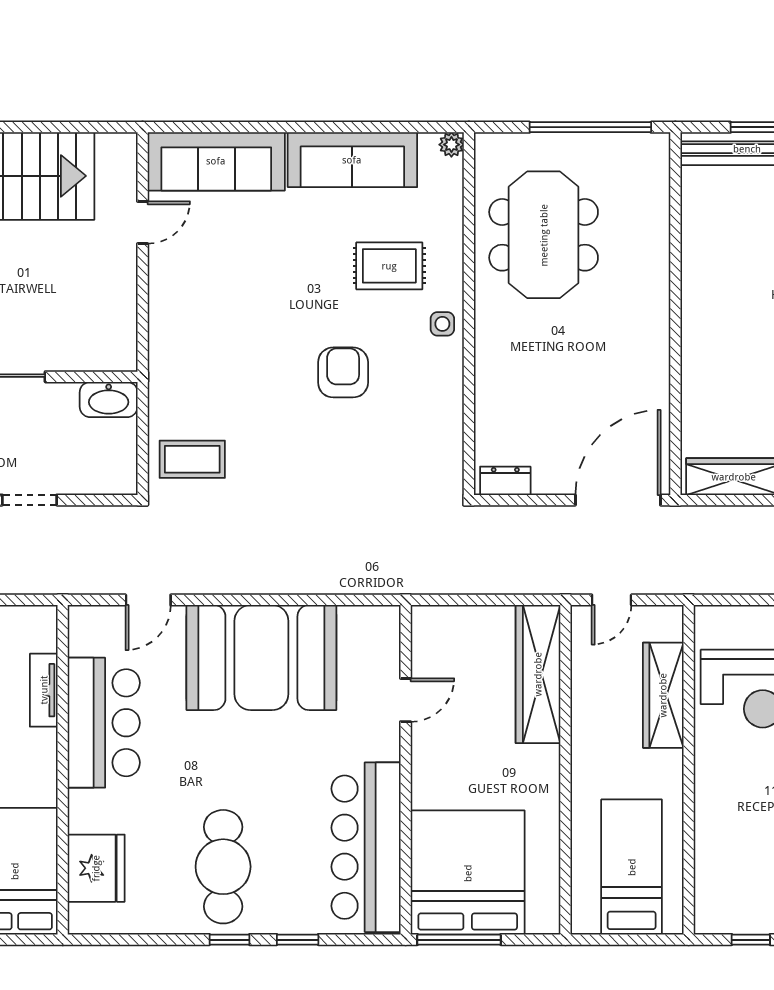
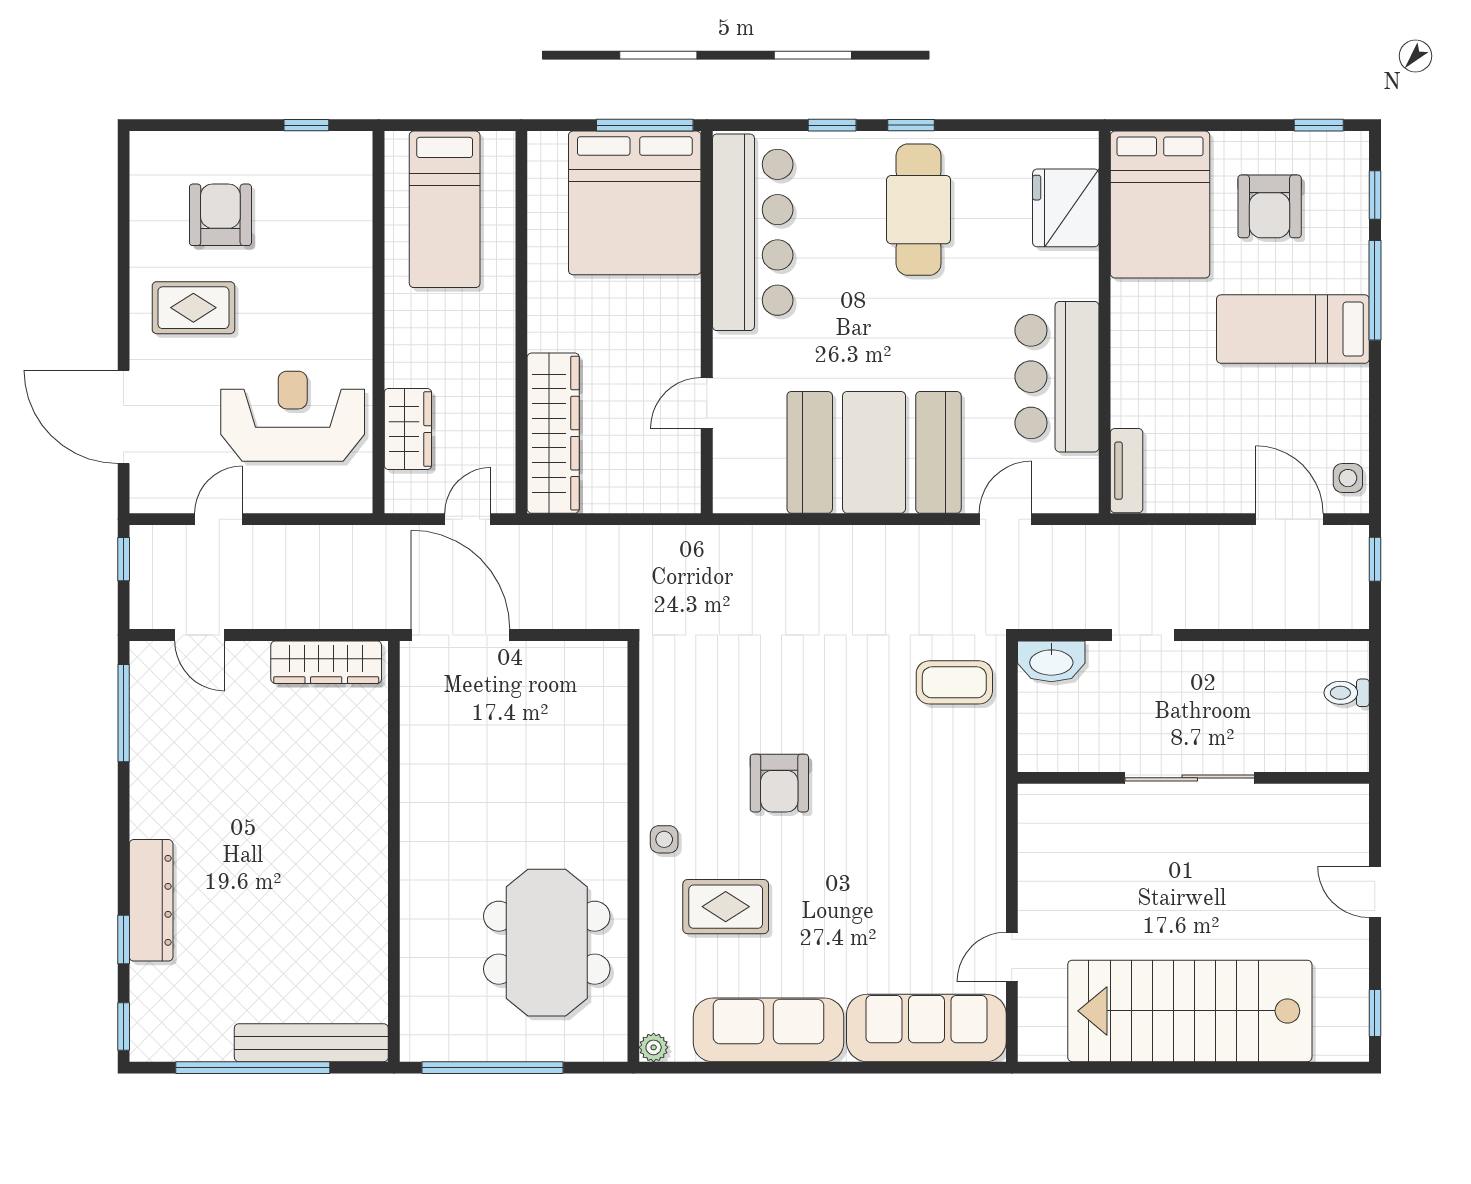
washbasin: (109, 400) -> (1051, 661), moved, turned 180
dresser: (505, 481) -> (591, 657), removed
door: (618, 500) -> (460, 635), swing flipped
tv unit: (44, 690) -> (1127, 471), moved
wardrobe: (663, 695) -> (408, 429), width x0.67

